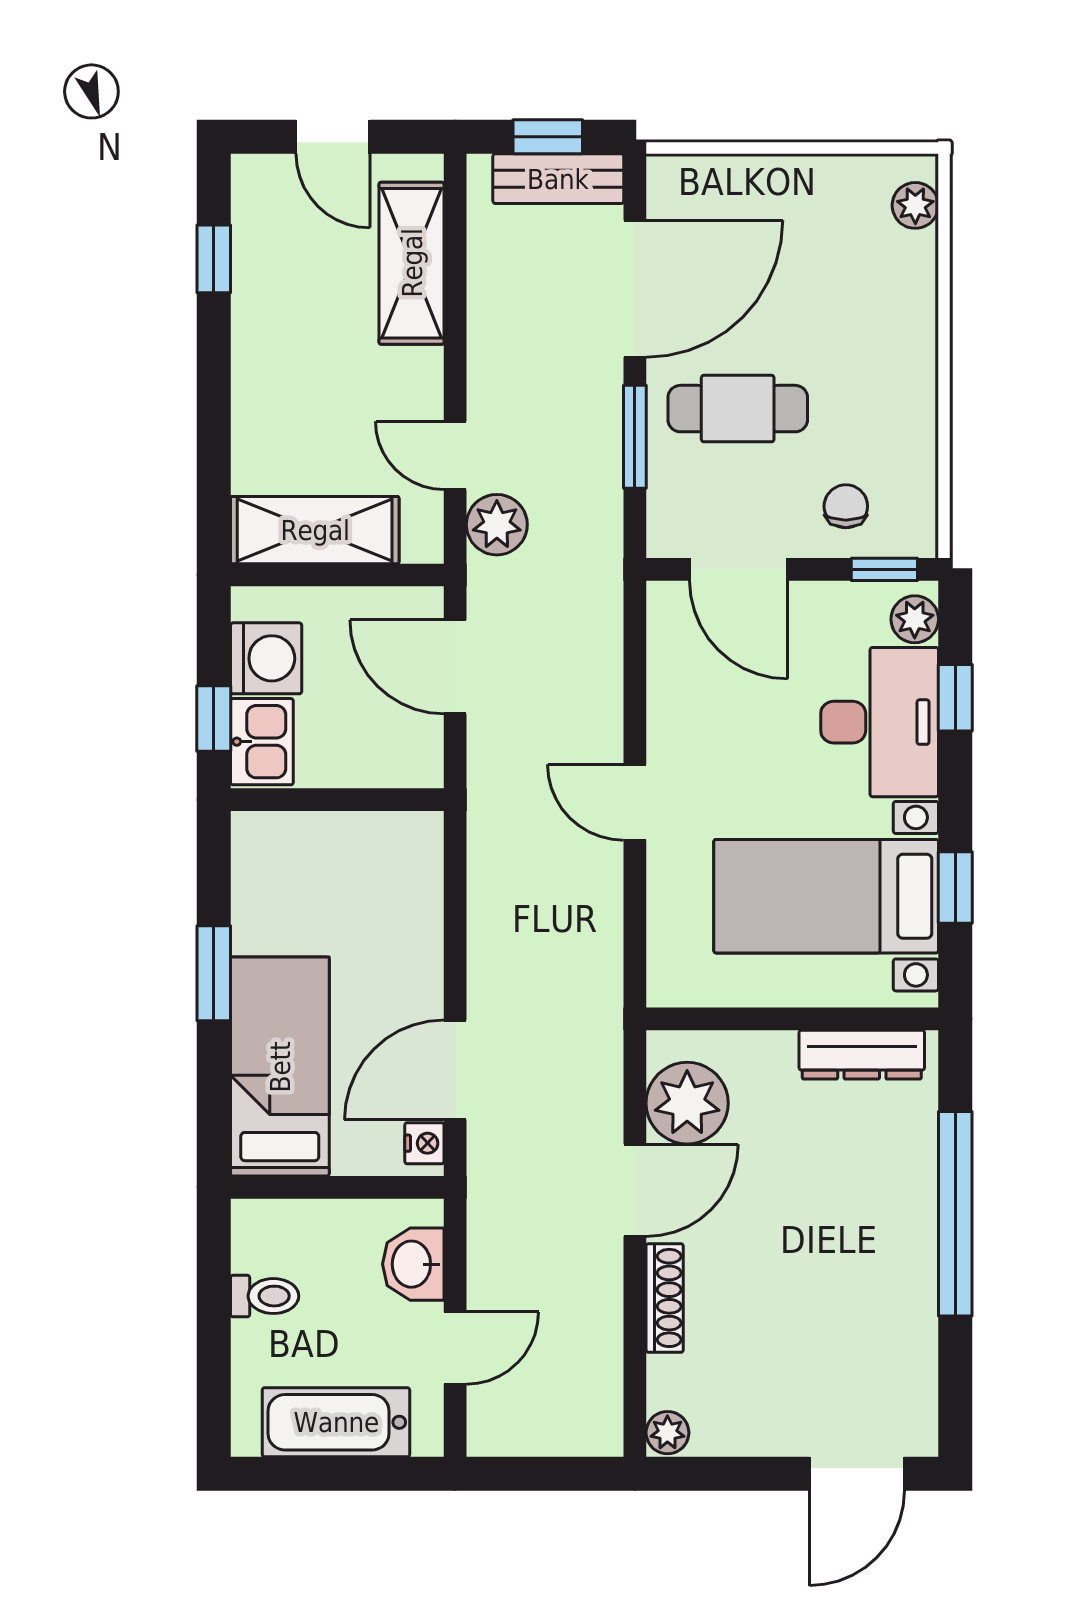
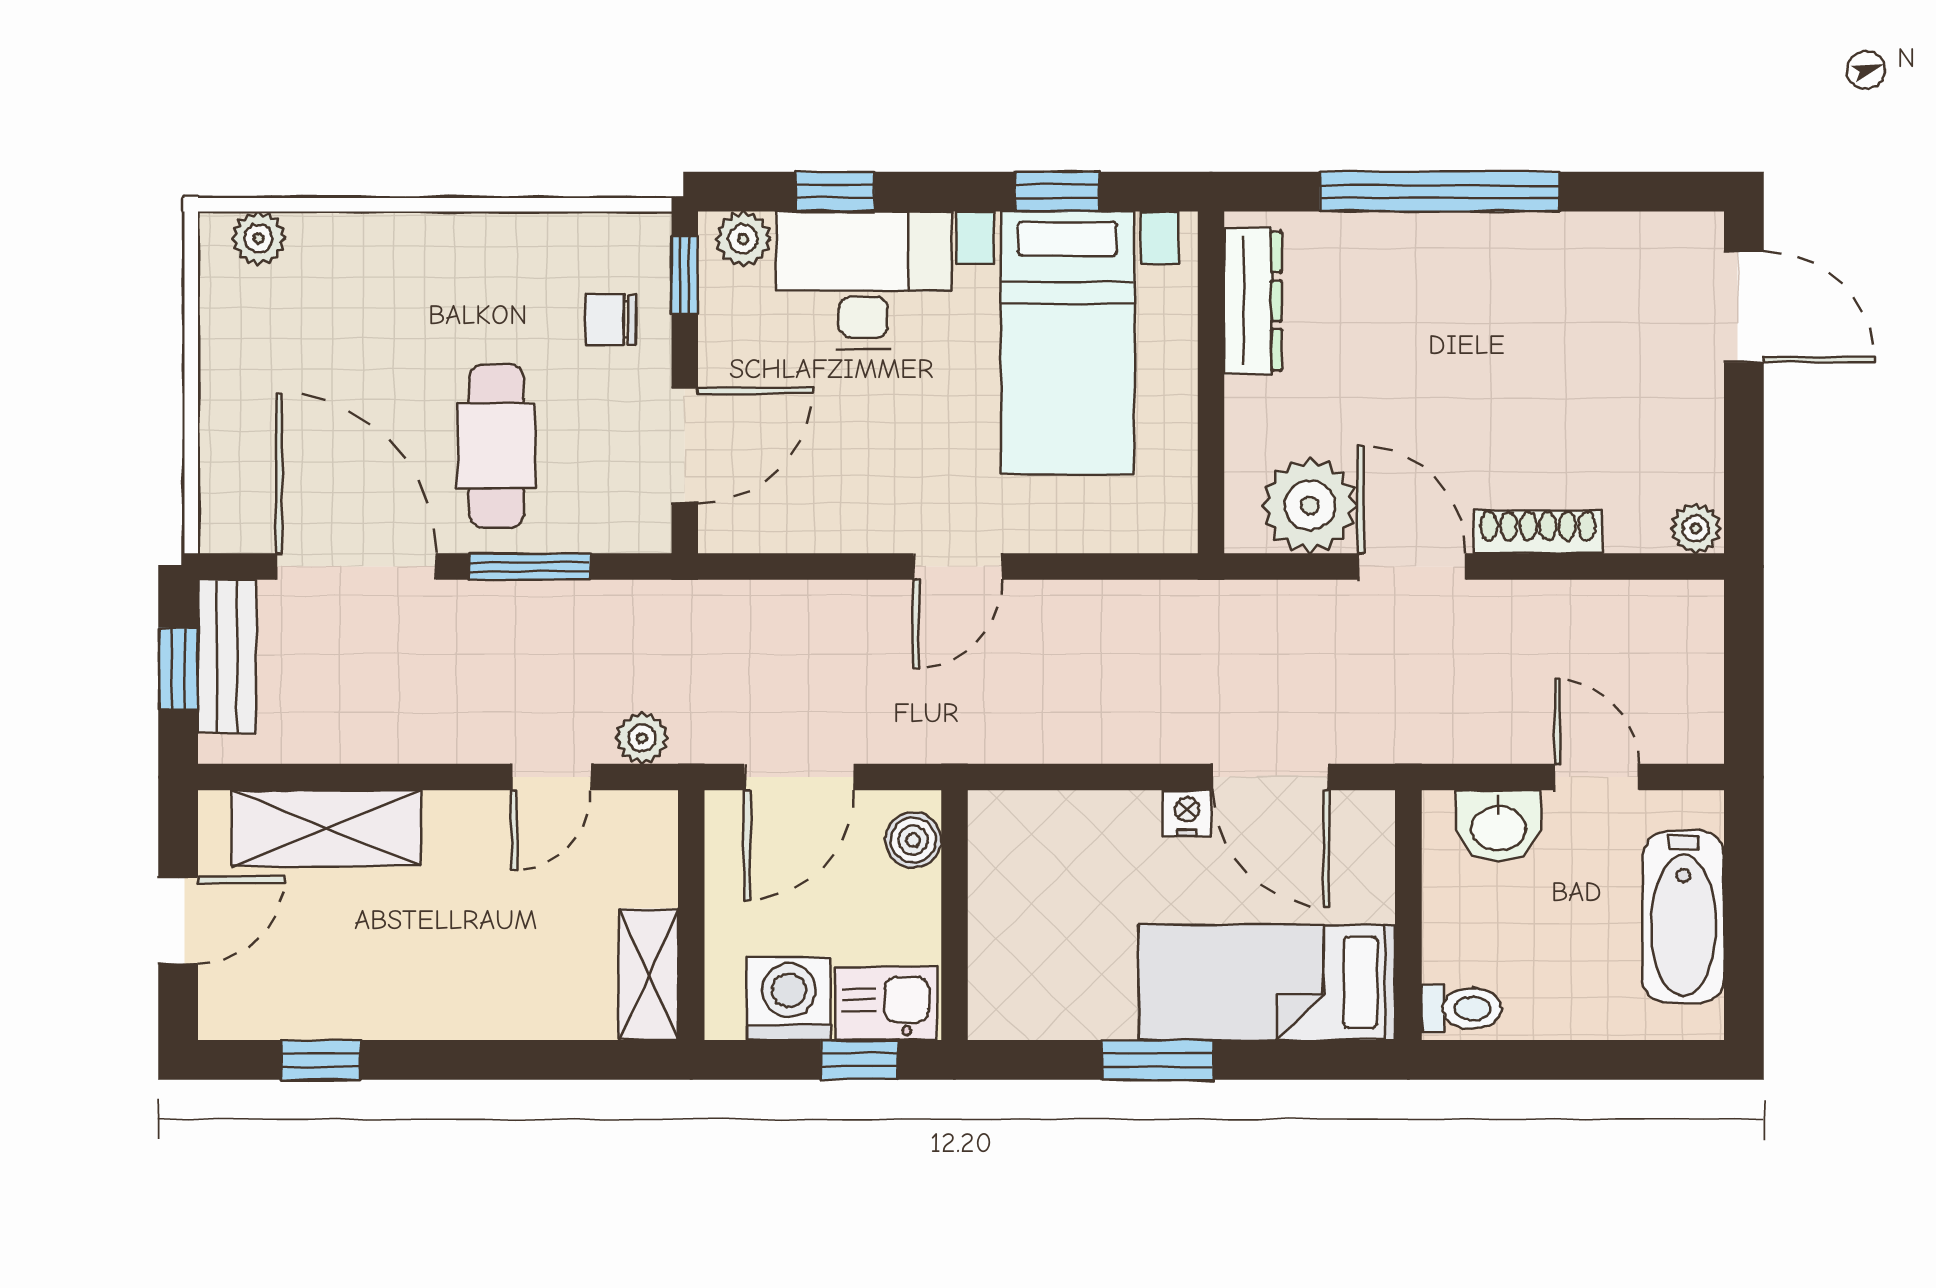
plant: (497, 525) -> (642, 738), width x0.73, depth x0.73
shelving: (315, 530) -> (649, 974), width x0.67, depth x0.75
boiler: (401, 765) -> (913, 840), added
nightstand: (424, 1143) -> (1187, 813), moved
toilet: (265, 1296) -> (1461, 1009), moved, turned 90

